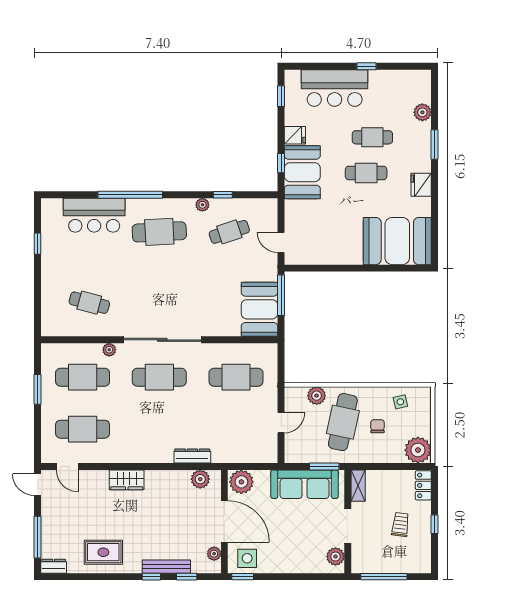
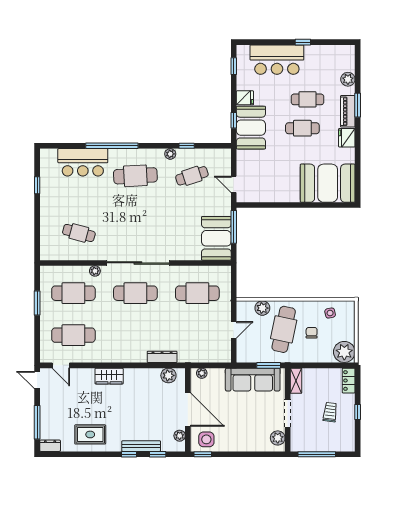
piano: (422, 152) -> (348, 111), added
plant: (241, 482) -> (202, 373), width x0.53, depth x0.53

